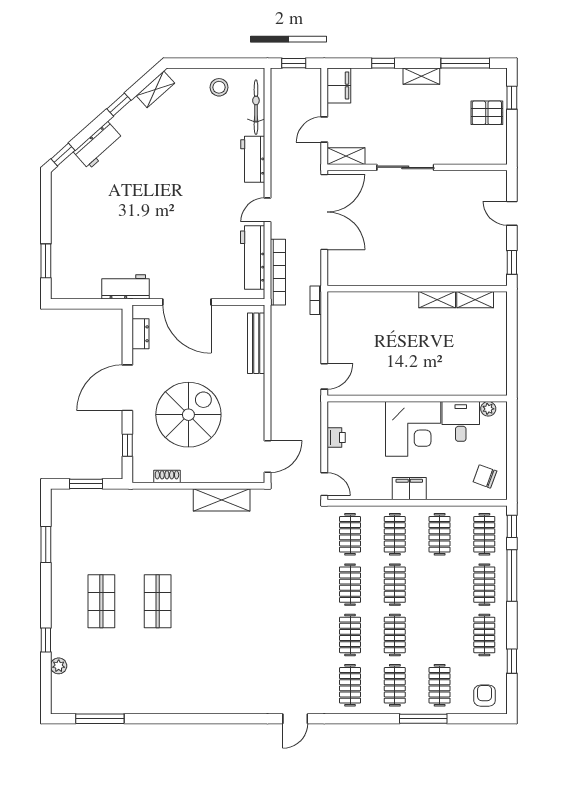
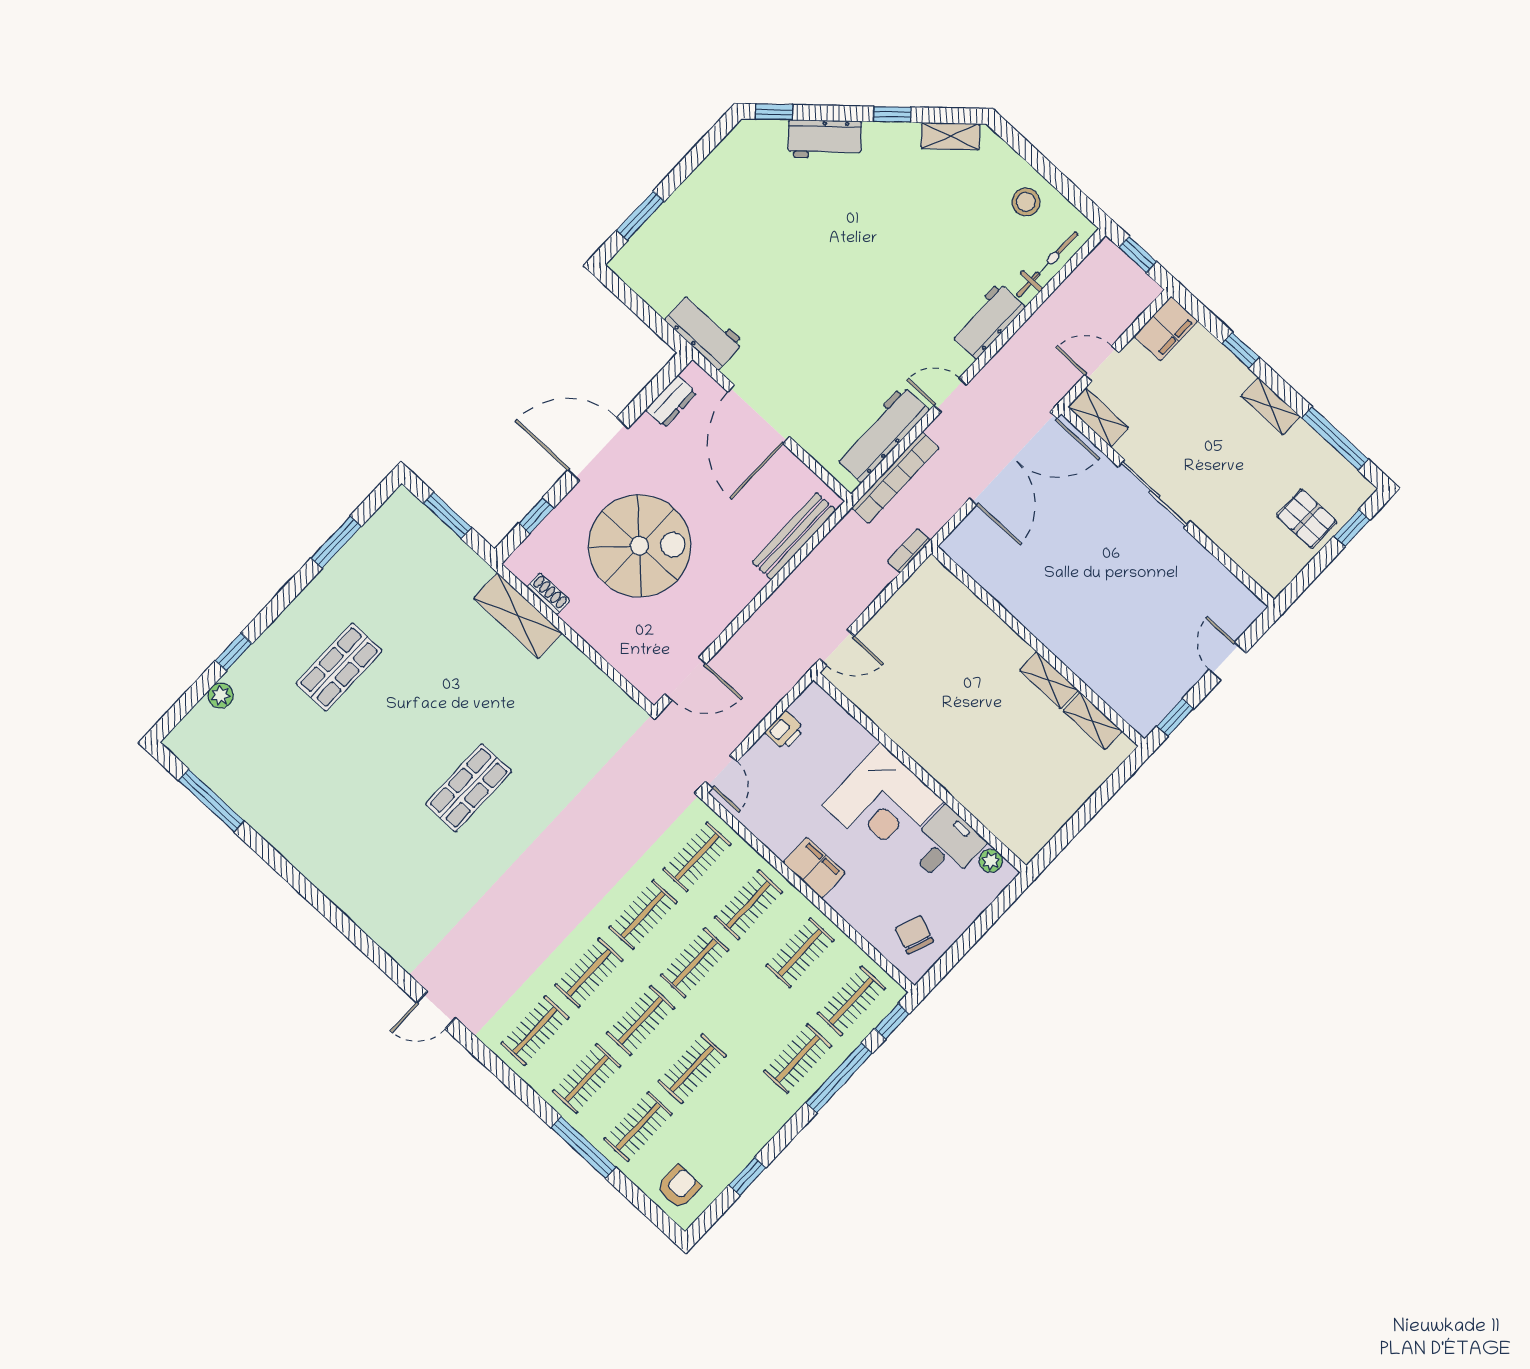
shelving: (222, 500) -> (518, 616), moved
shop shelf: (158, 601) -> (469, 788), moved
clothes rail: (484, 635) -> (692, 1069), moved

